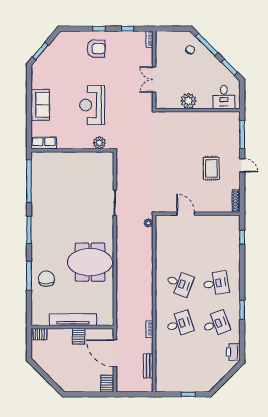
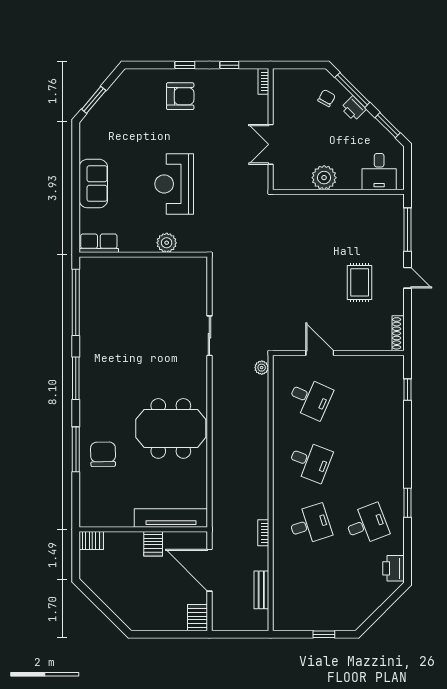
printer: (207, 56) -> (354, 108), added
plant: (99, 143) -> (167, 243), moved
desk: (216, 283) -> (310, 398), moved, turned 33
tv unit: (73, 320) -> (171, 518), moved

